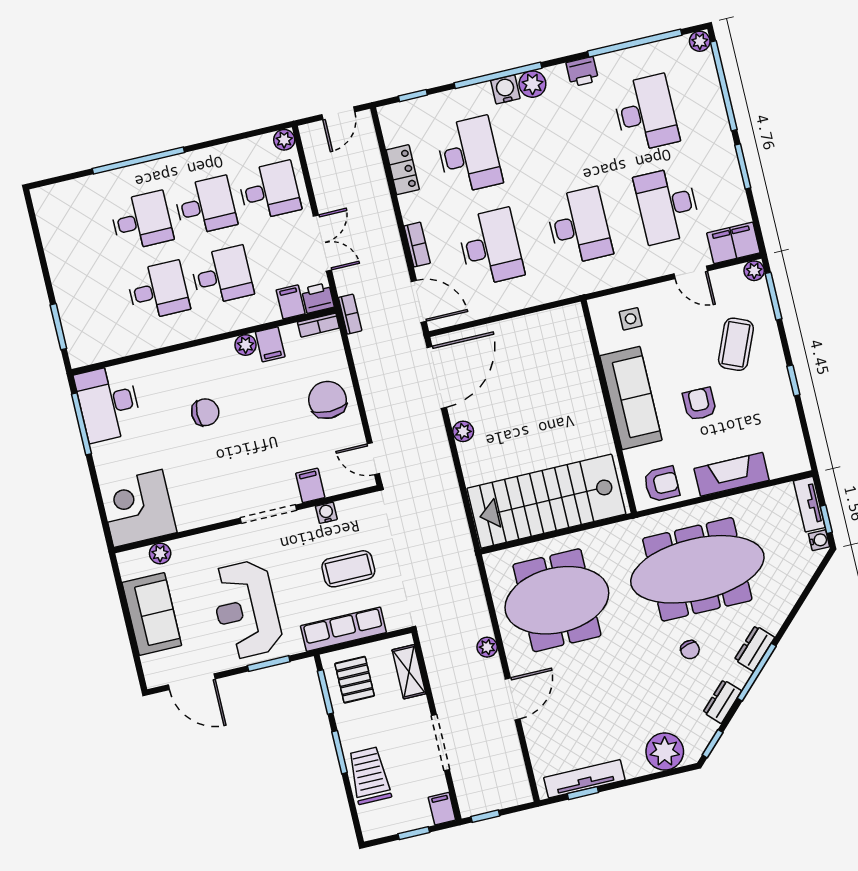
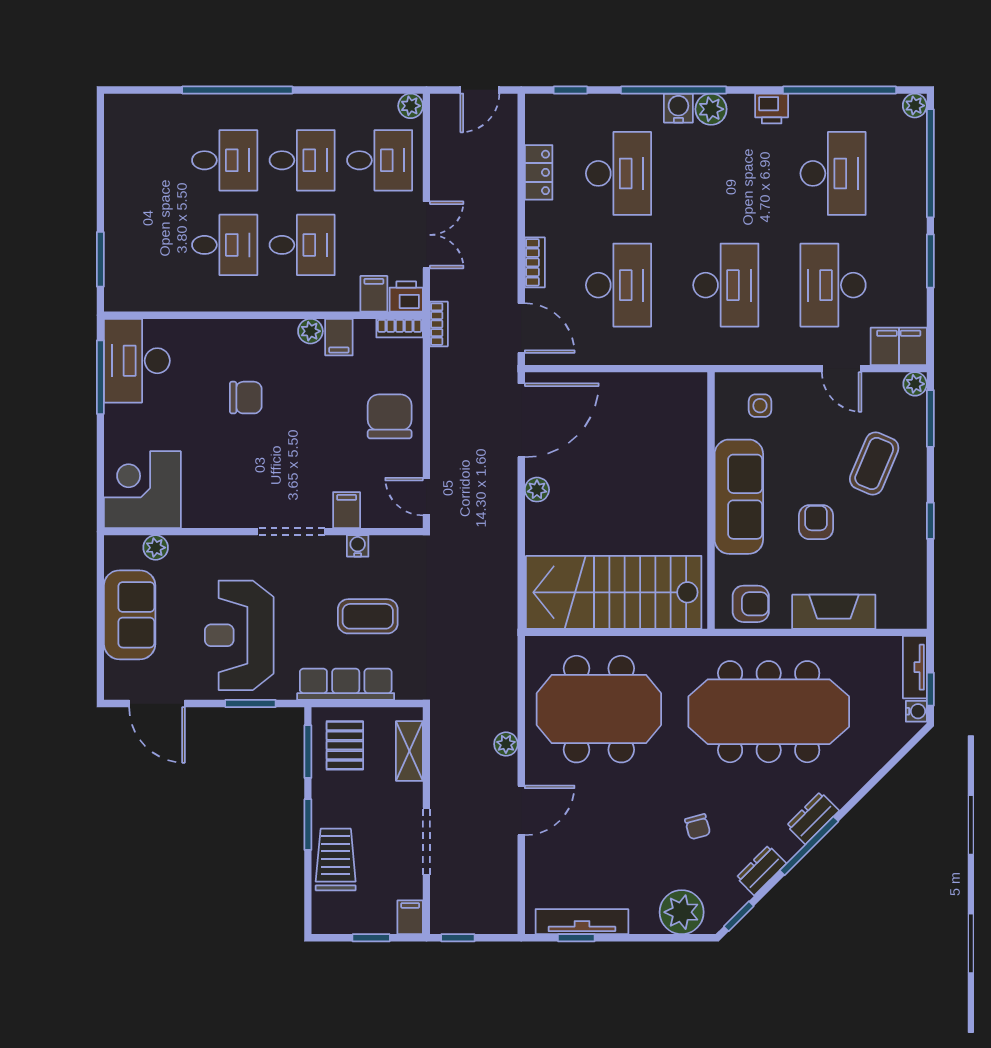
chair: (690, 650) -> (698, 827), moved

